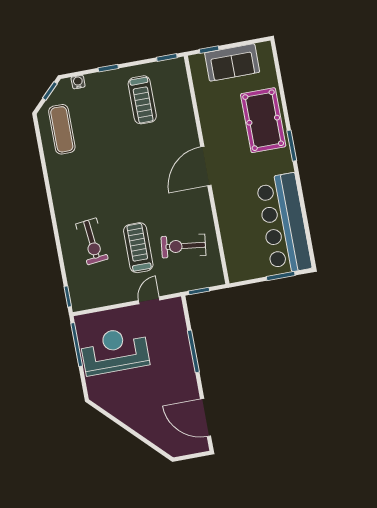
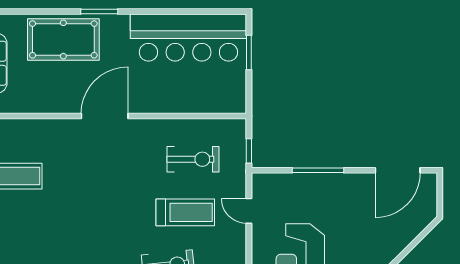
door: (206, 166) -> (105, 116), swing flipped
exercise bike: (184, 246) -> (193, 159), turned -97
treadmill: (138, 248) -> (185, 212), turned 180

